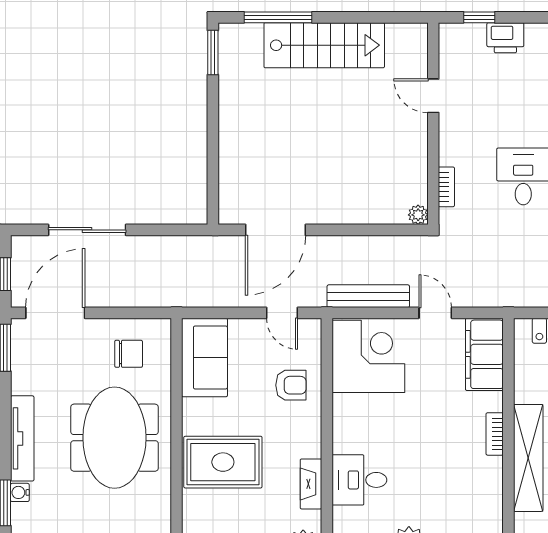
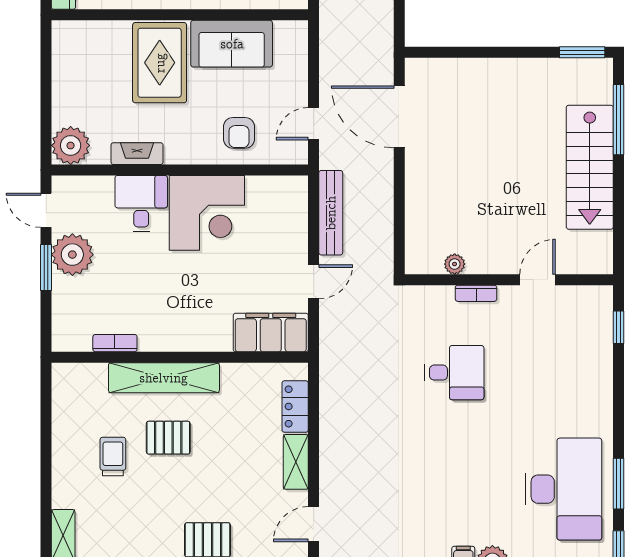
printer: (505, 38) -> (597, 354), removed
bookcase: (446, 187) -> (476, 293), moved
plant: (418, 215) -> (455, 264), moved
corner desk: (368, 356) -> (207, 213), moved
sofa: (205, 357) -> (232, 44), moved
bookcase: (495, 434) -> (115, 343), moved

